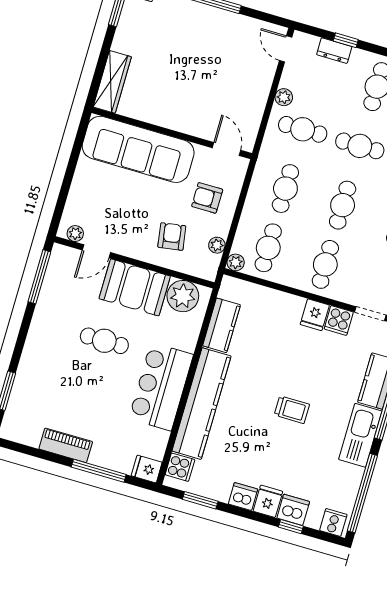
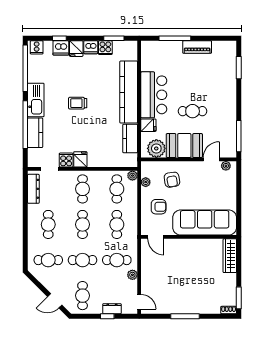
cooker: (180, 467) -> (105, 48), moved, turned -90
fridge: (147, 469) -> (148, 125), moved

